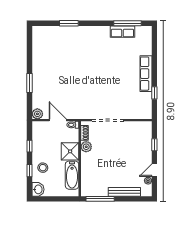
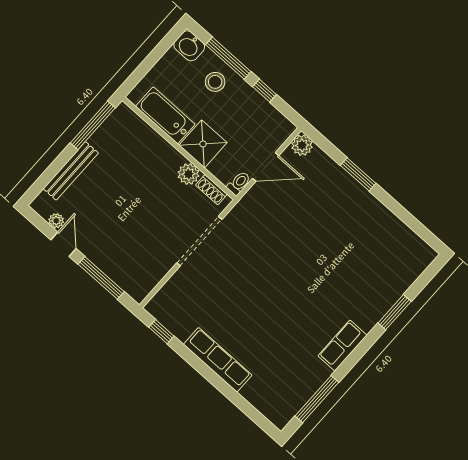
row of seats: (122, 32) -> (342, 346), moved
window: (154, 93) -> (161, 332), moved
window: (154, 145) -> (101, 278), width x2.17
window: (30, 171) -> (228, 58), width x2.17

